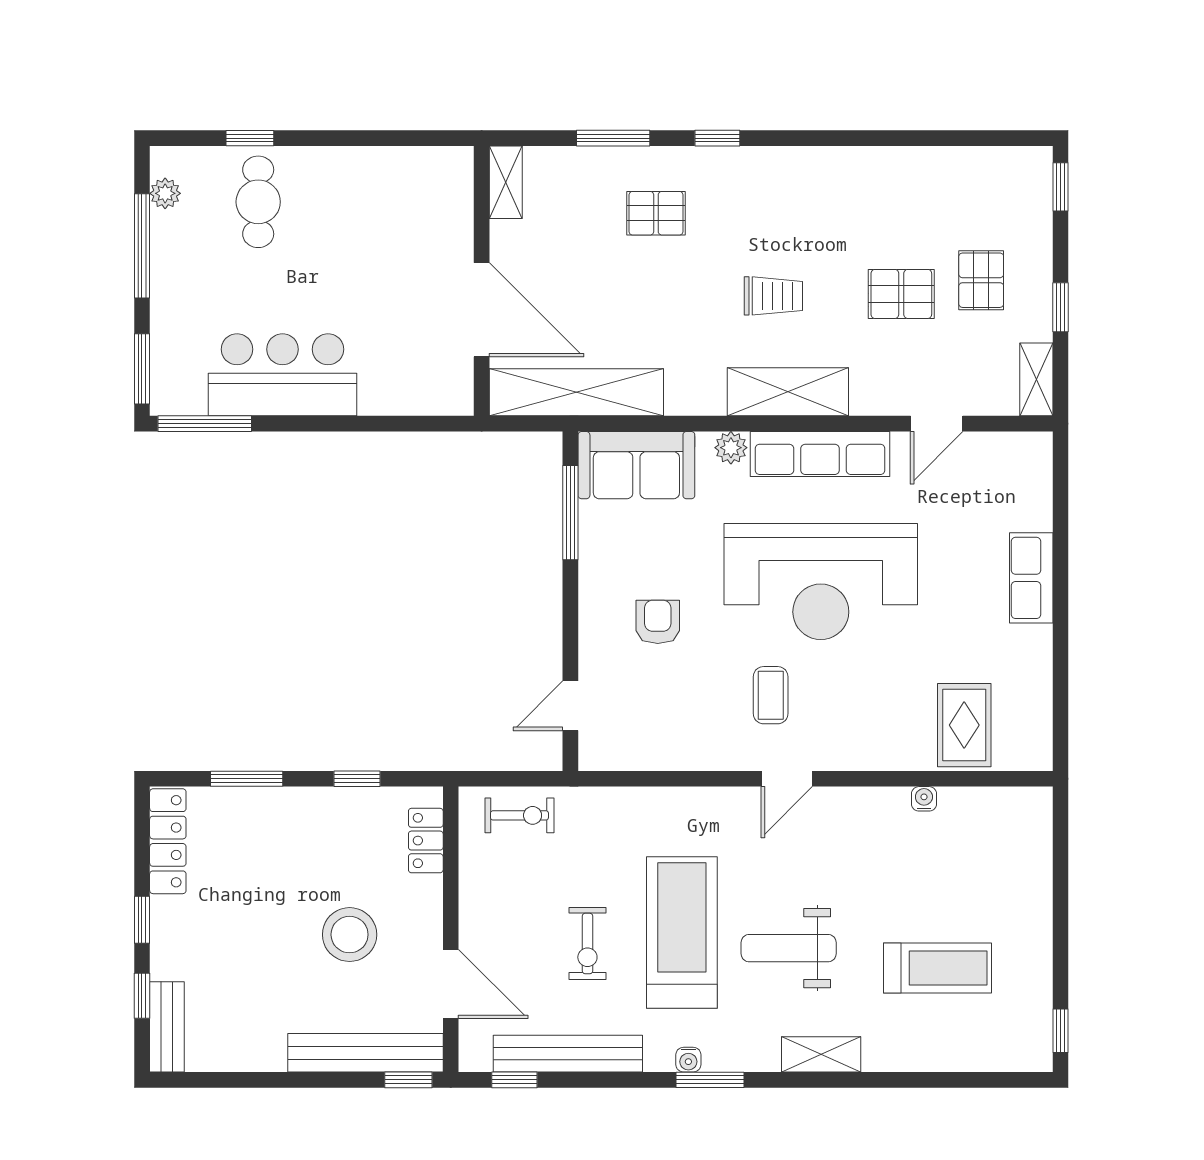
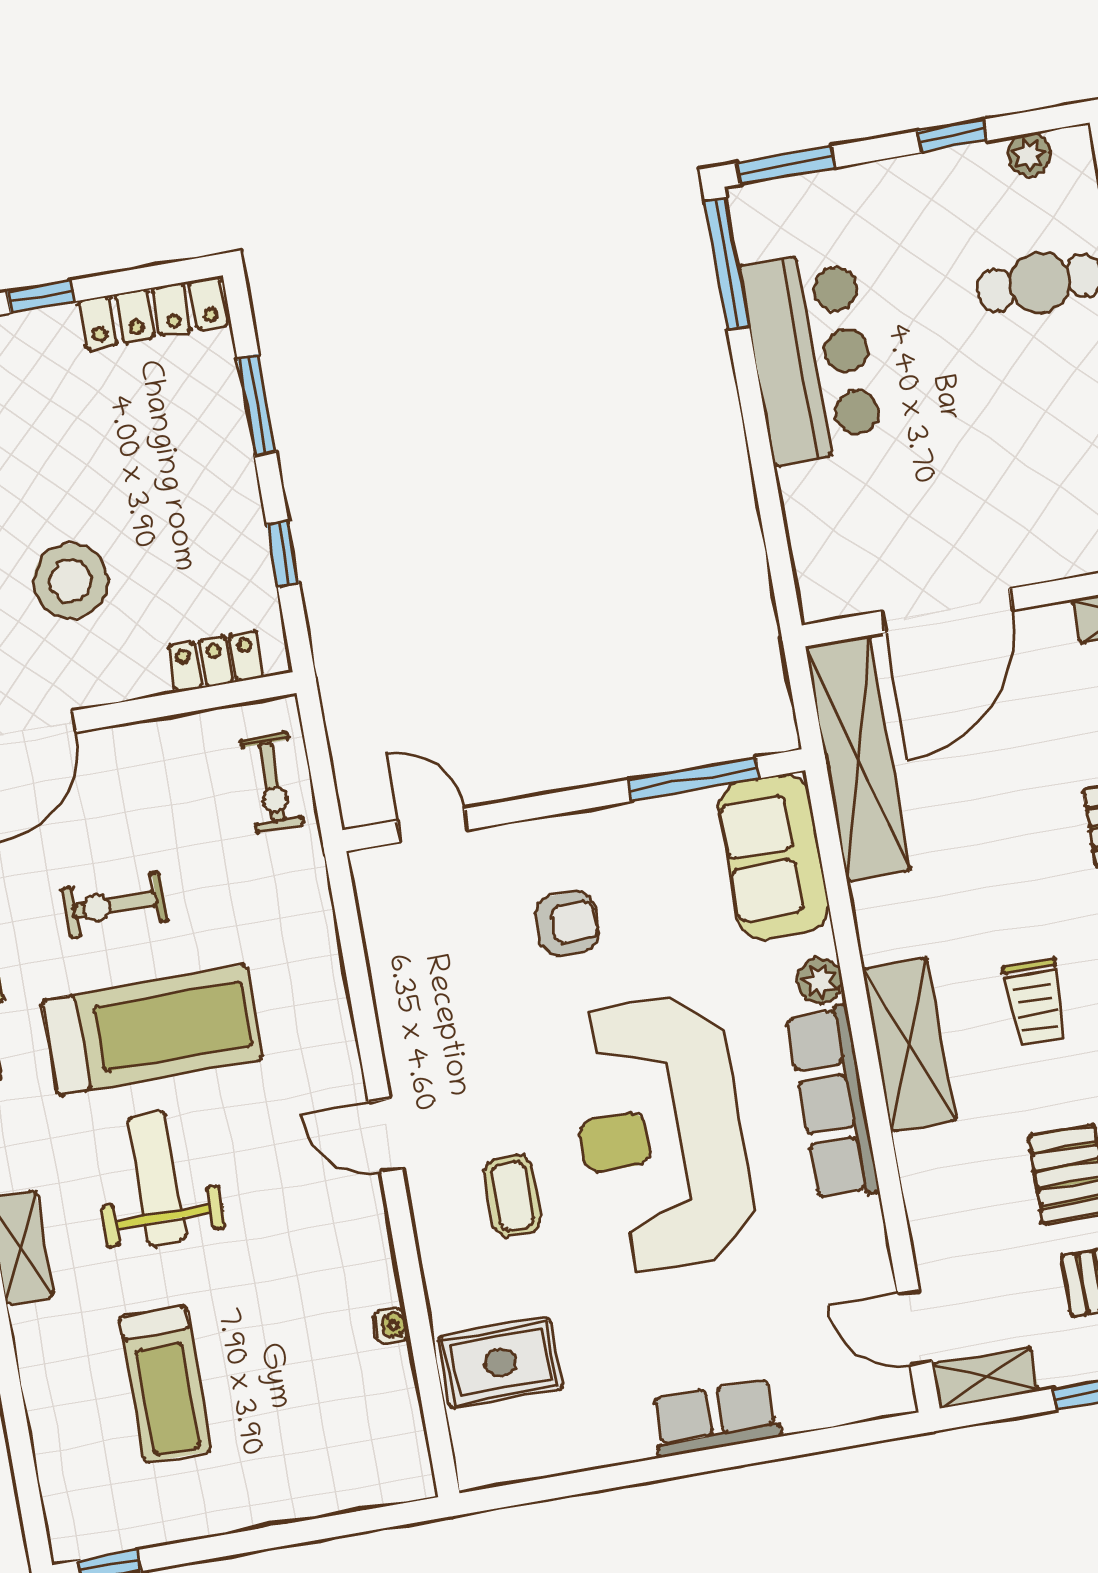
window: (142, 246) -> (952, 136), width x0.46
door: (937, 424) -> (914, 1327), moved
coffee table: (771, 695) -> (513, 1196), moved, turned 90

